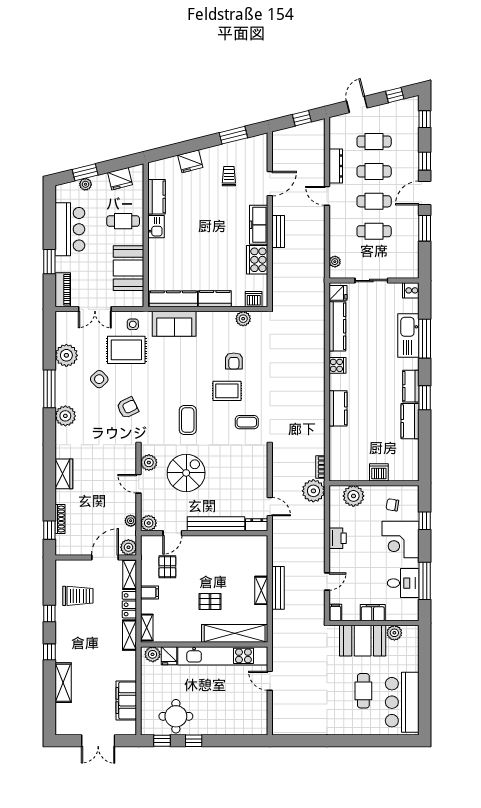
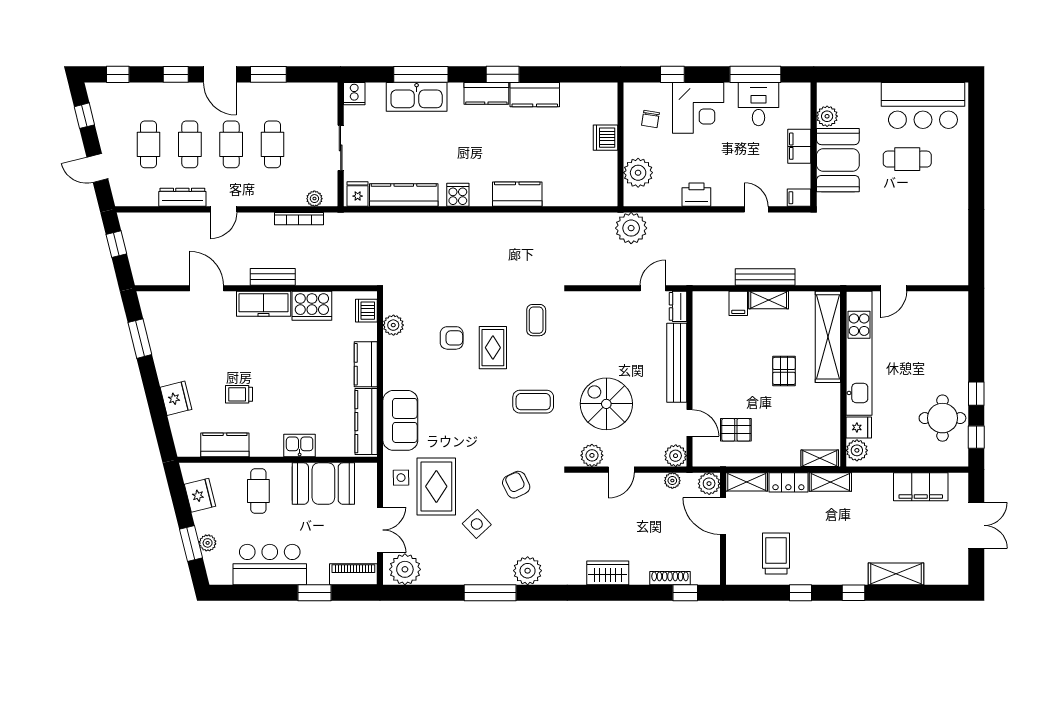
trolley: (229, 176) -> (239, 394), moved
kitchen sink: (156, 227) -> (300, 445), moved
plant: (66, 355) -> (405, 569), moved
bookcase: (320, 467) -> (299, 219), moved, width x1.56
filing cabinet: (150, 593) -> (738, 303), moved, turned 180

